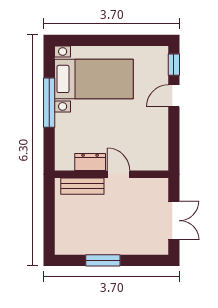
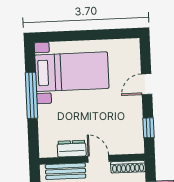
window: (174, 65) -> (148, 128), moved
shoe rack: (150, 184) -> (128, 167), added

